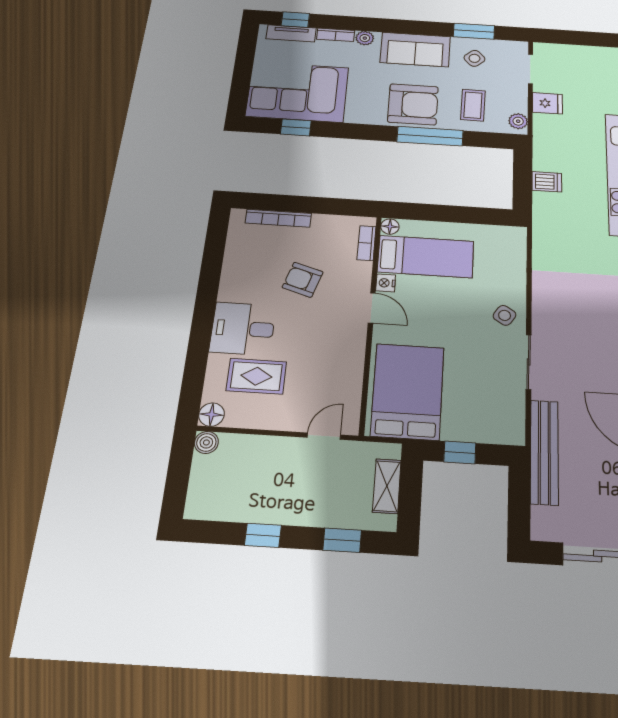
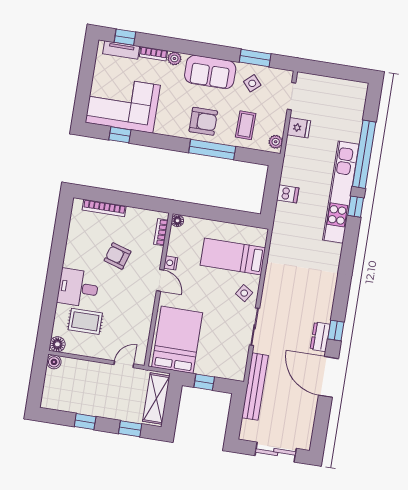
armchair: (413, 104) -> (203, 121), width x0.73, depth x0.73
bed: (426, 257) -> (233, 256), moved, turned 180
shelving: (387, 486) -> (156, 399), width x1.50, depth x1.33

